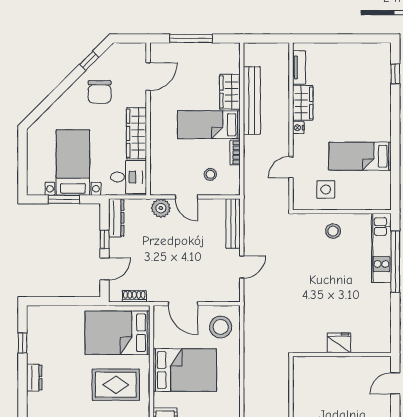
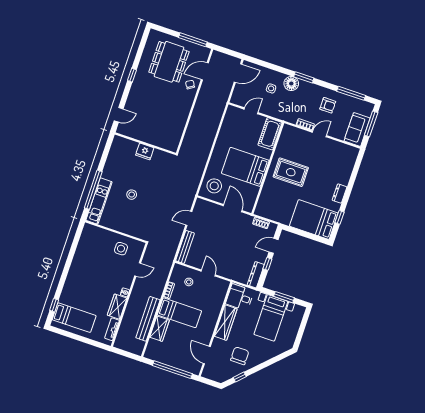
window: (191, 38) -> (172, 370), width x1.46
door: (148, 77) -> (207, 355), hinge flipped
bed: (360, 156) -> (74, 318), moved
plant: (161, 208) -> (226, 272), removed
stool: (333, 231) -> (132, 195), moved
bed: (117, 333) -> (314, 220), moved, turned 180

